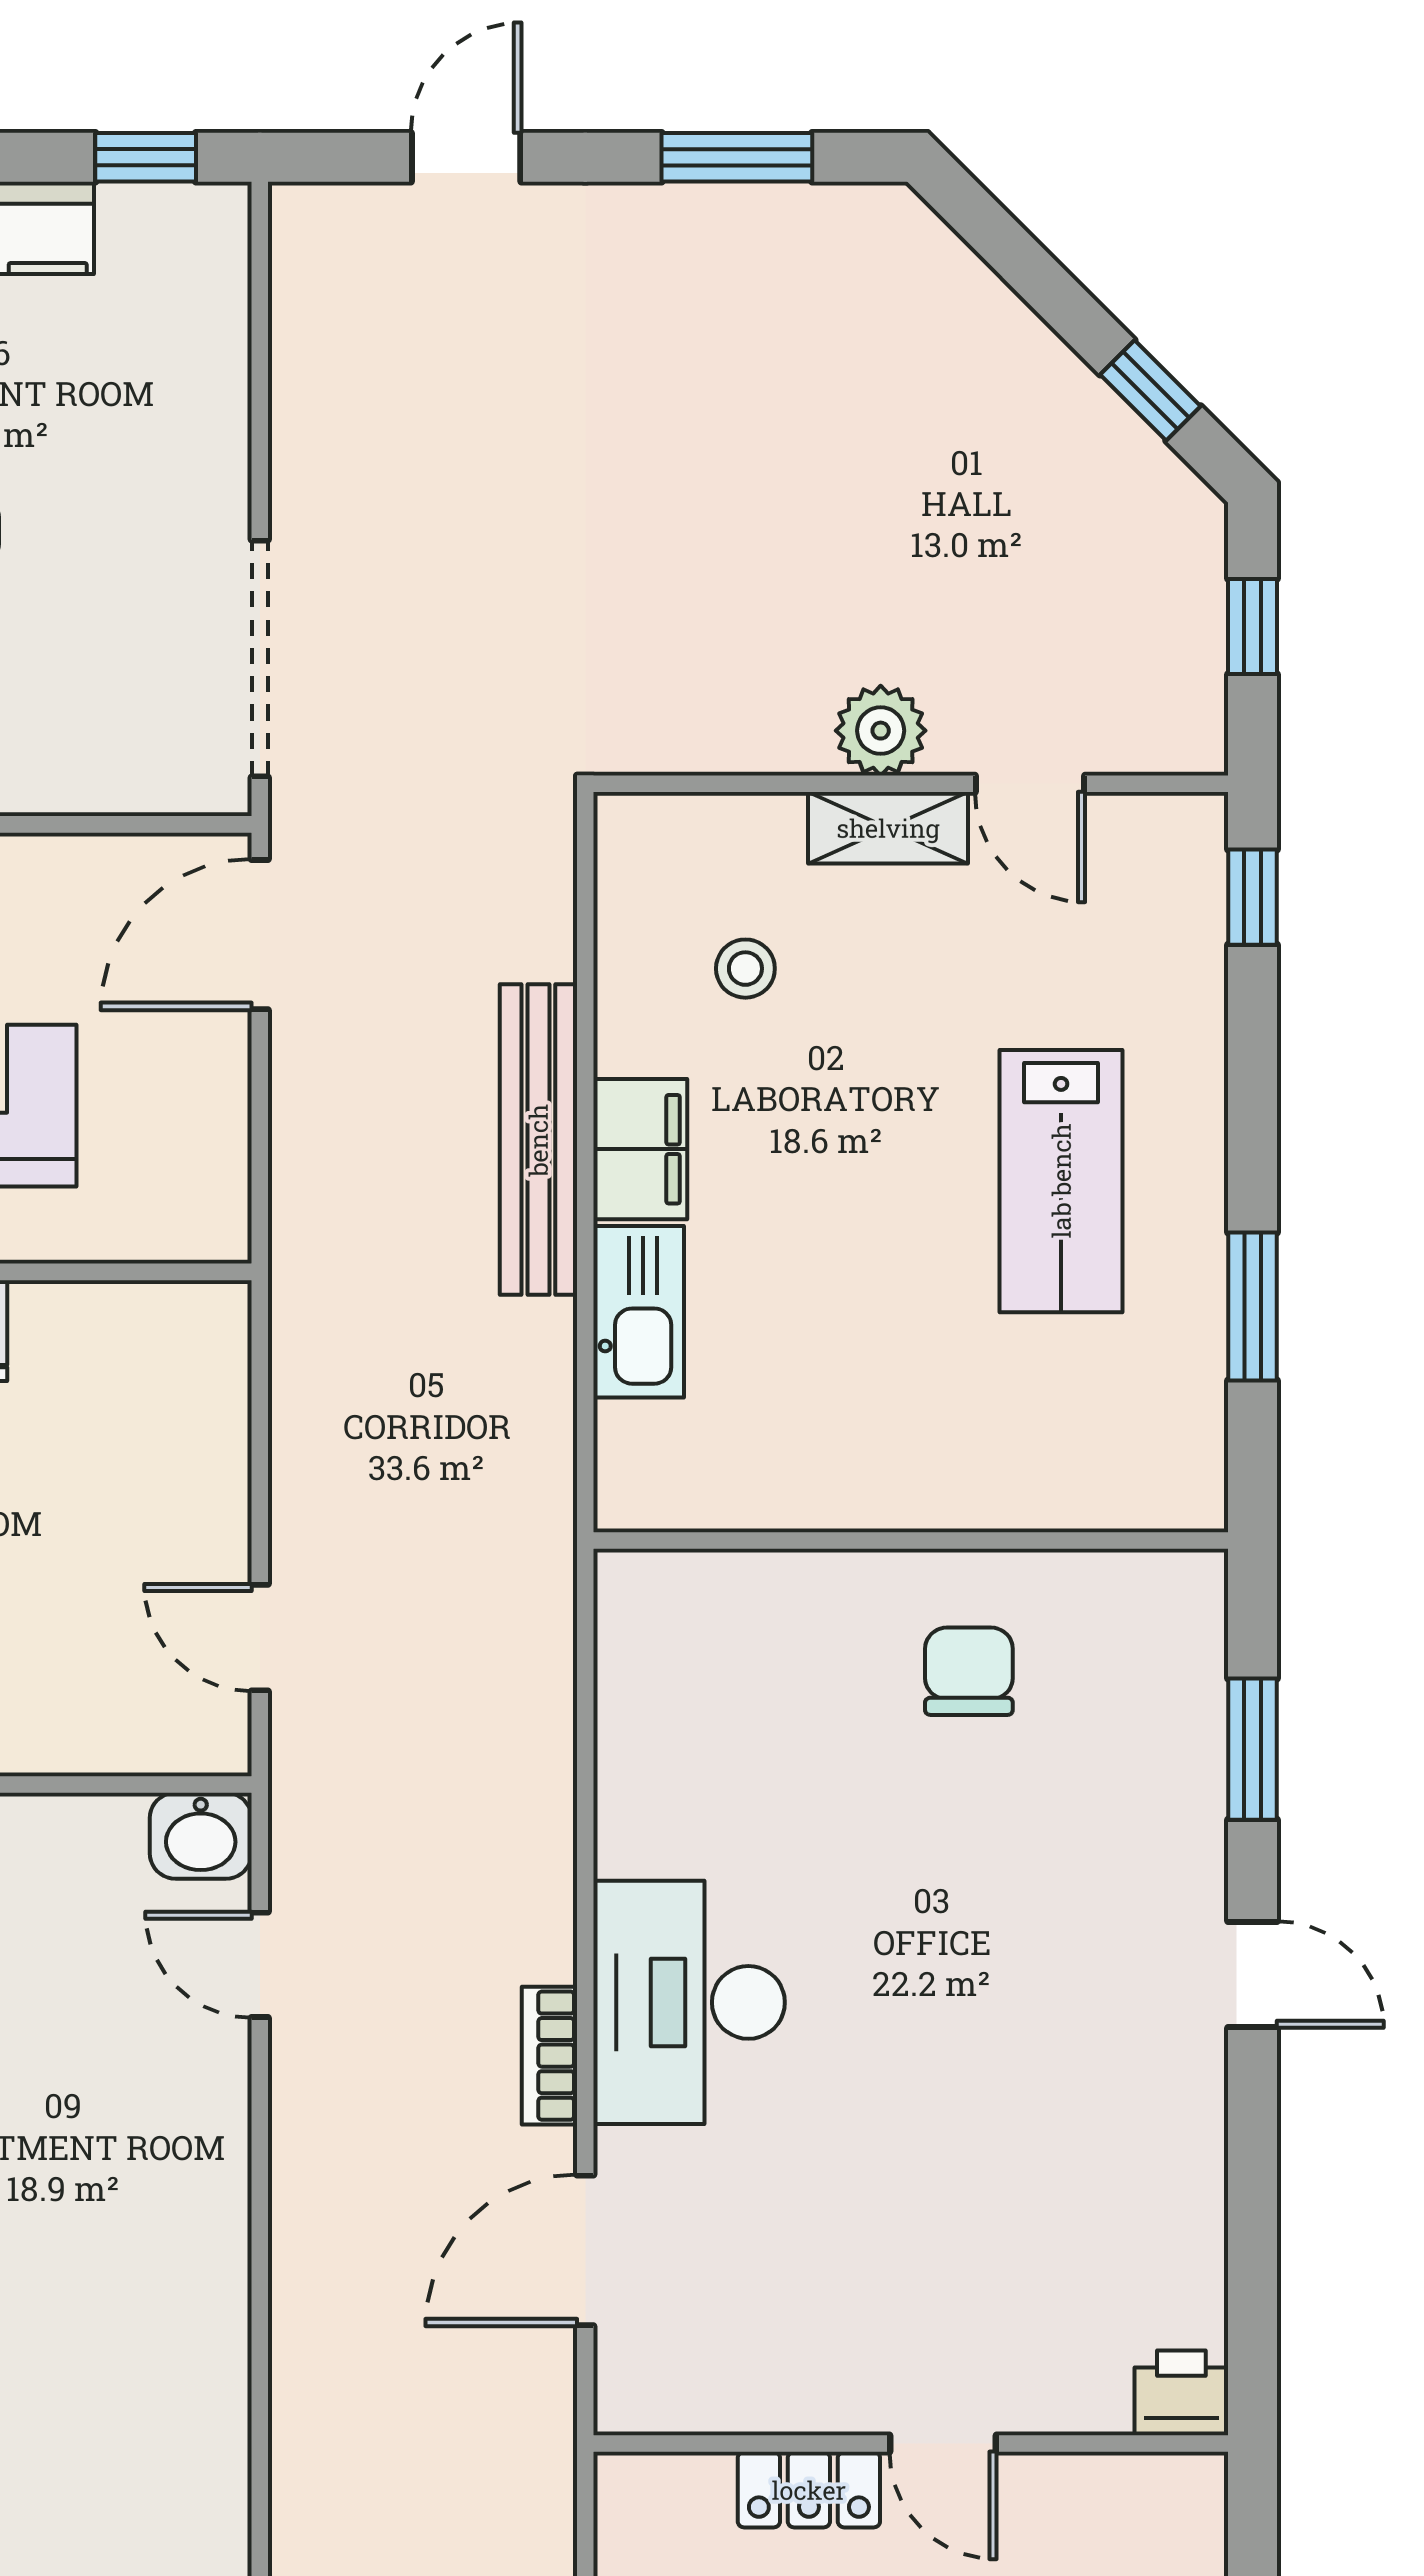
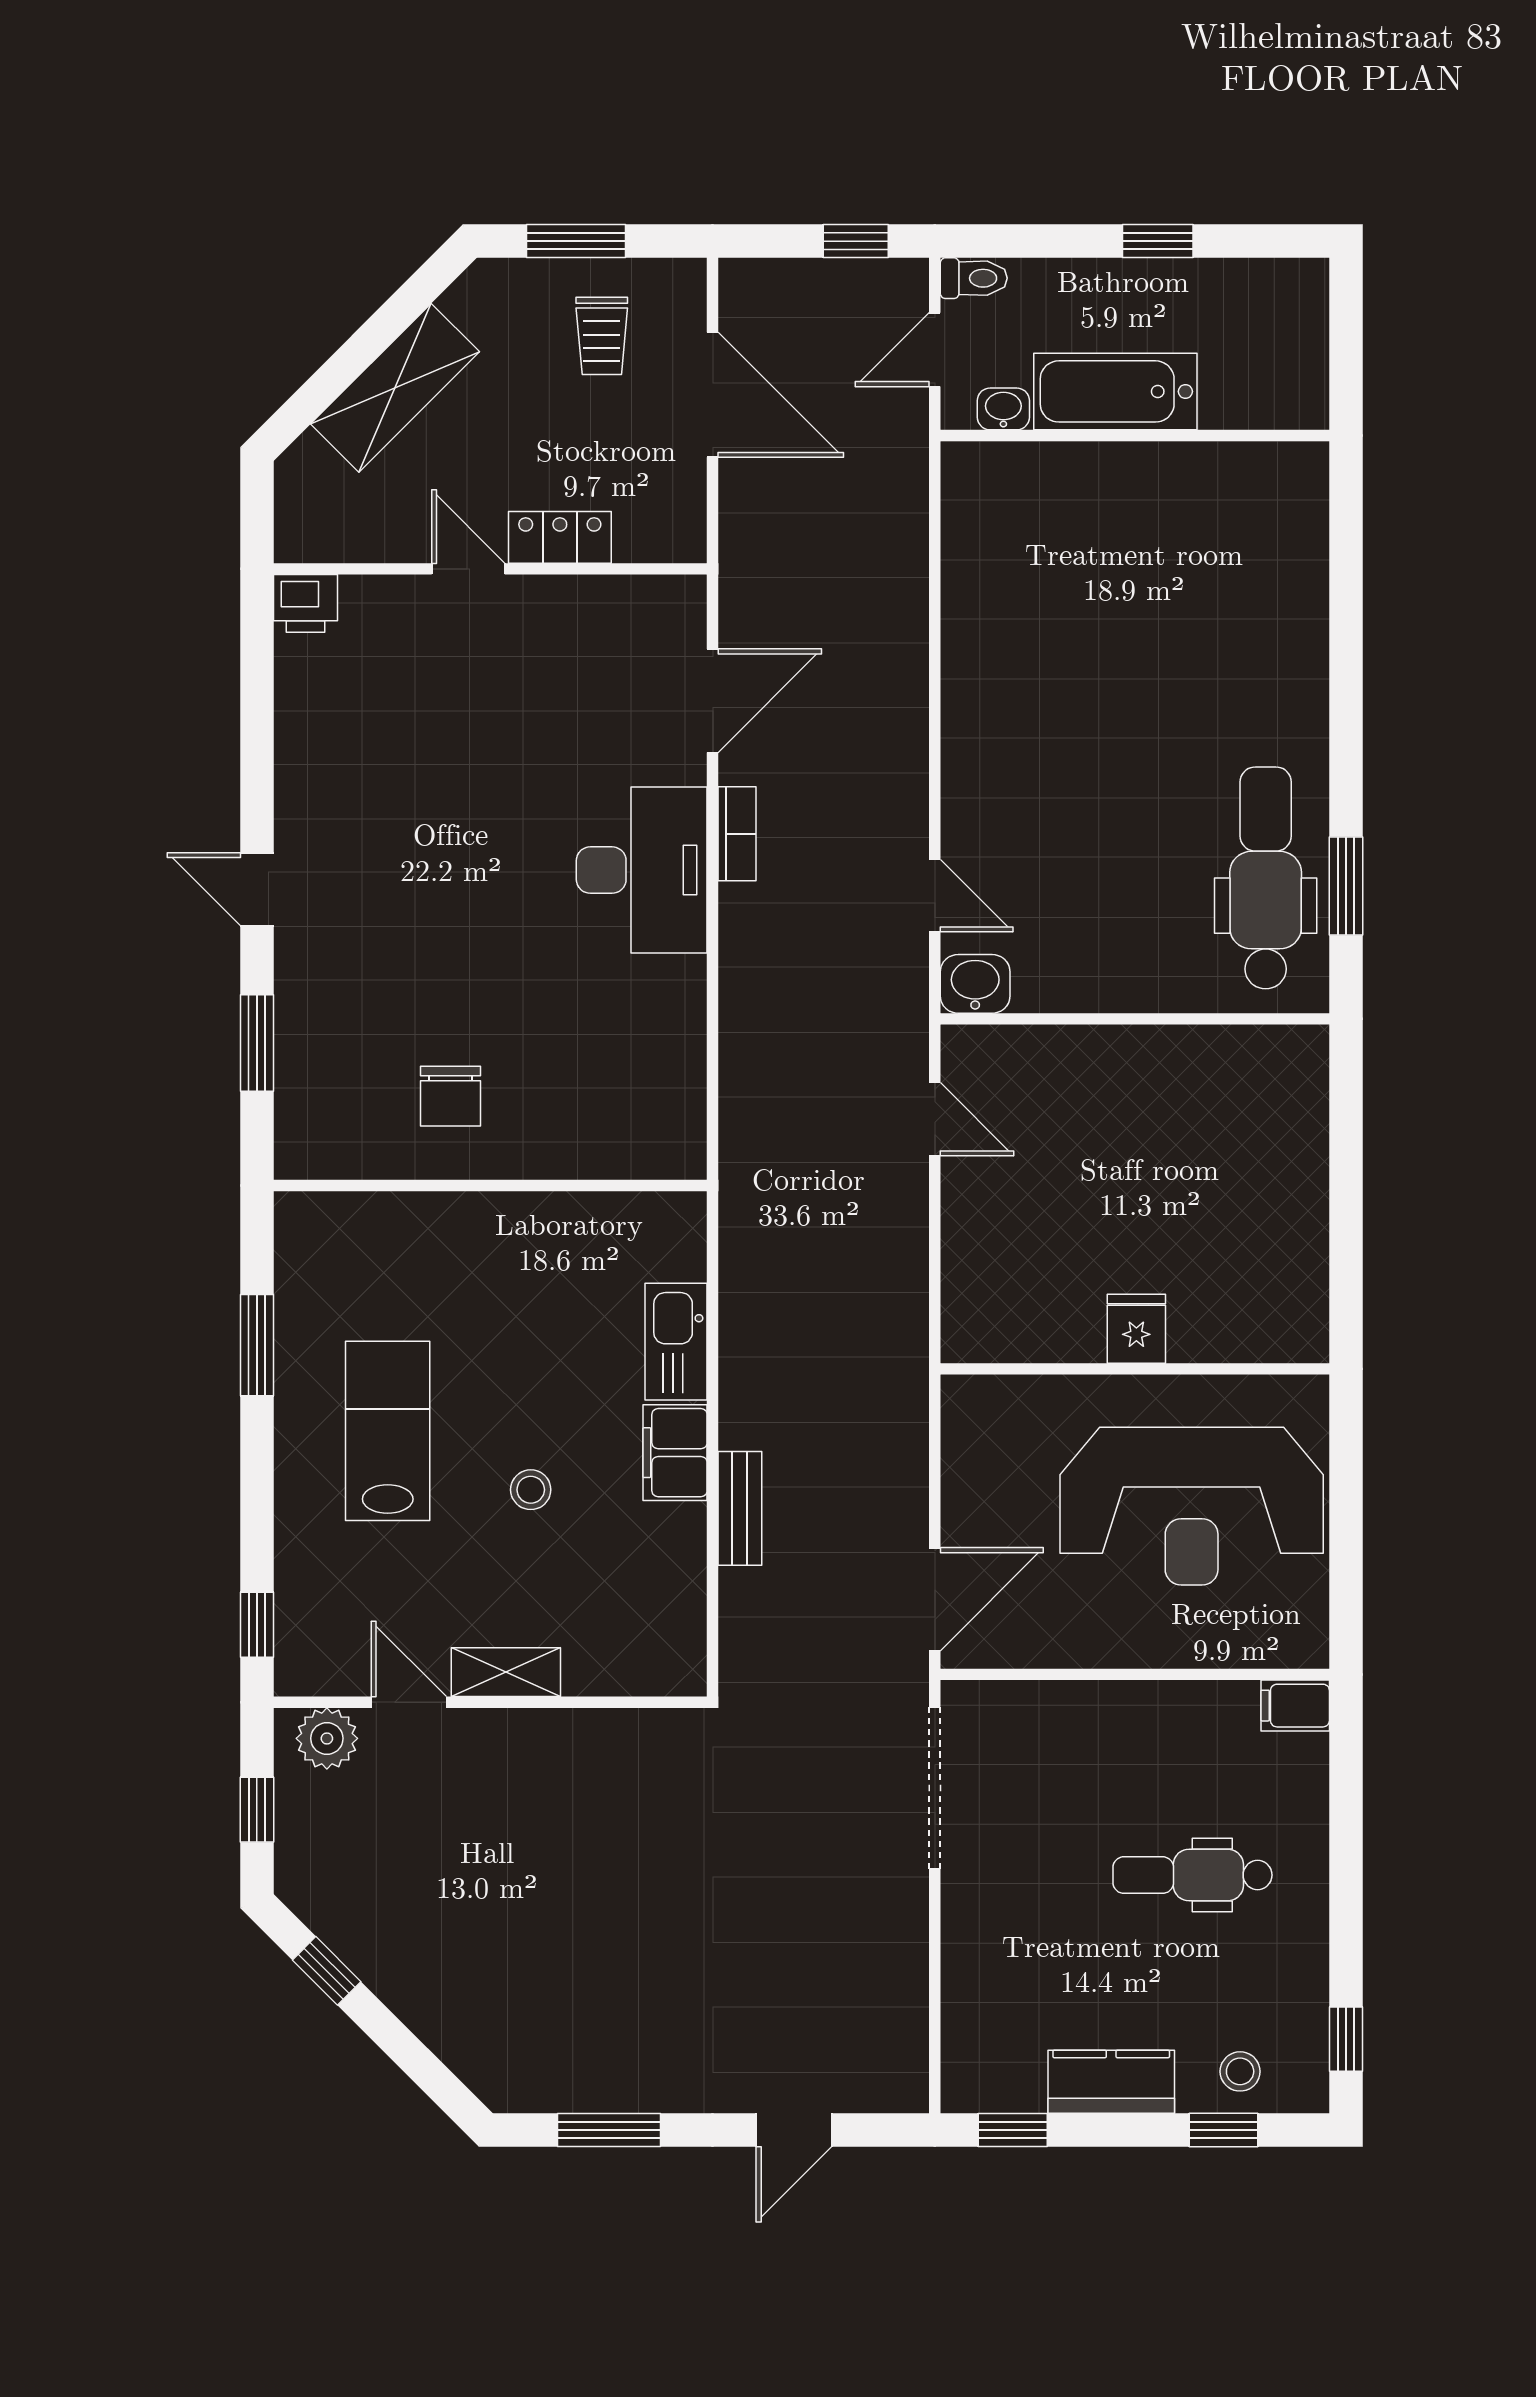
plant: (881, 731) -> (327, 1738), moved
stool: (745, 969) -> (531, 1490), moved
bench: (538, 1140) -> (740, 1508), width x0.54, depth x0.82

